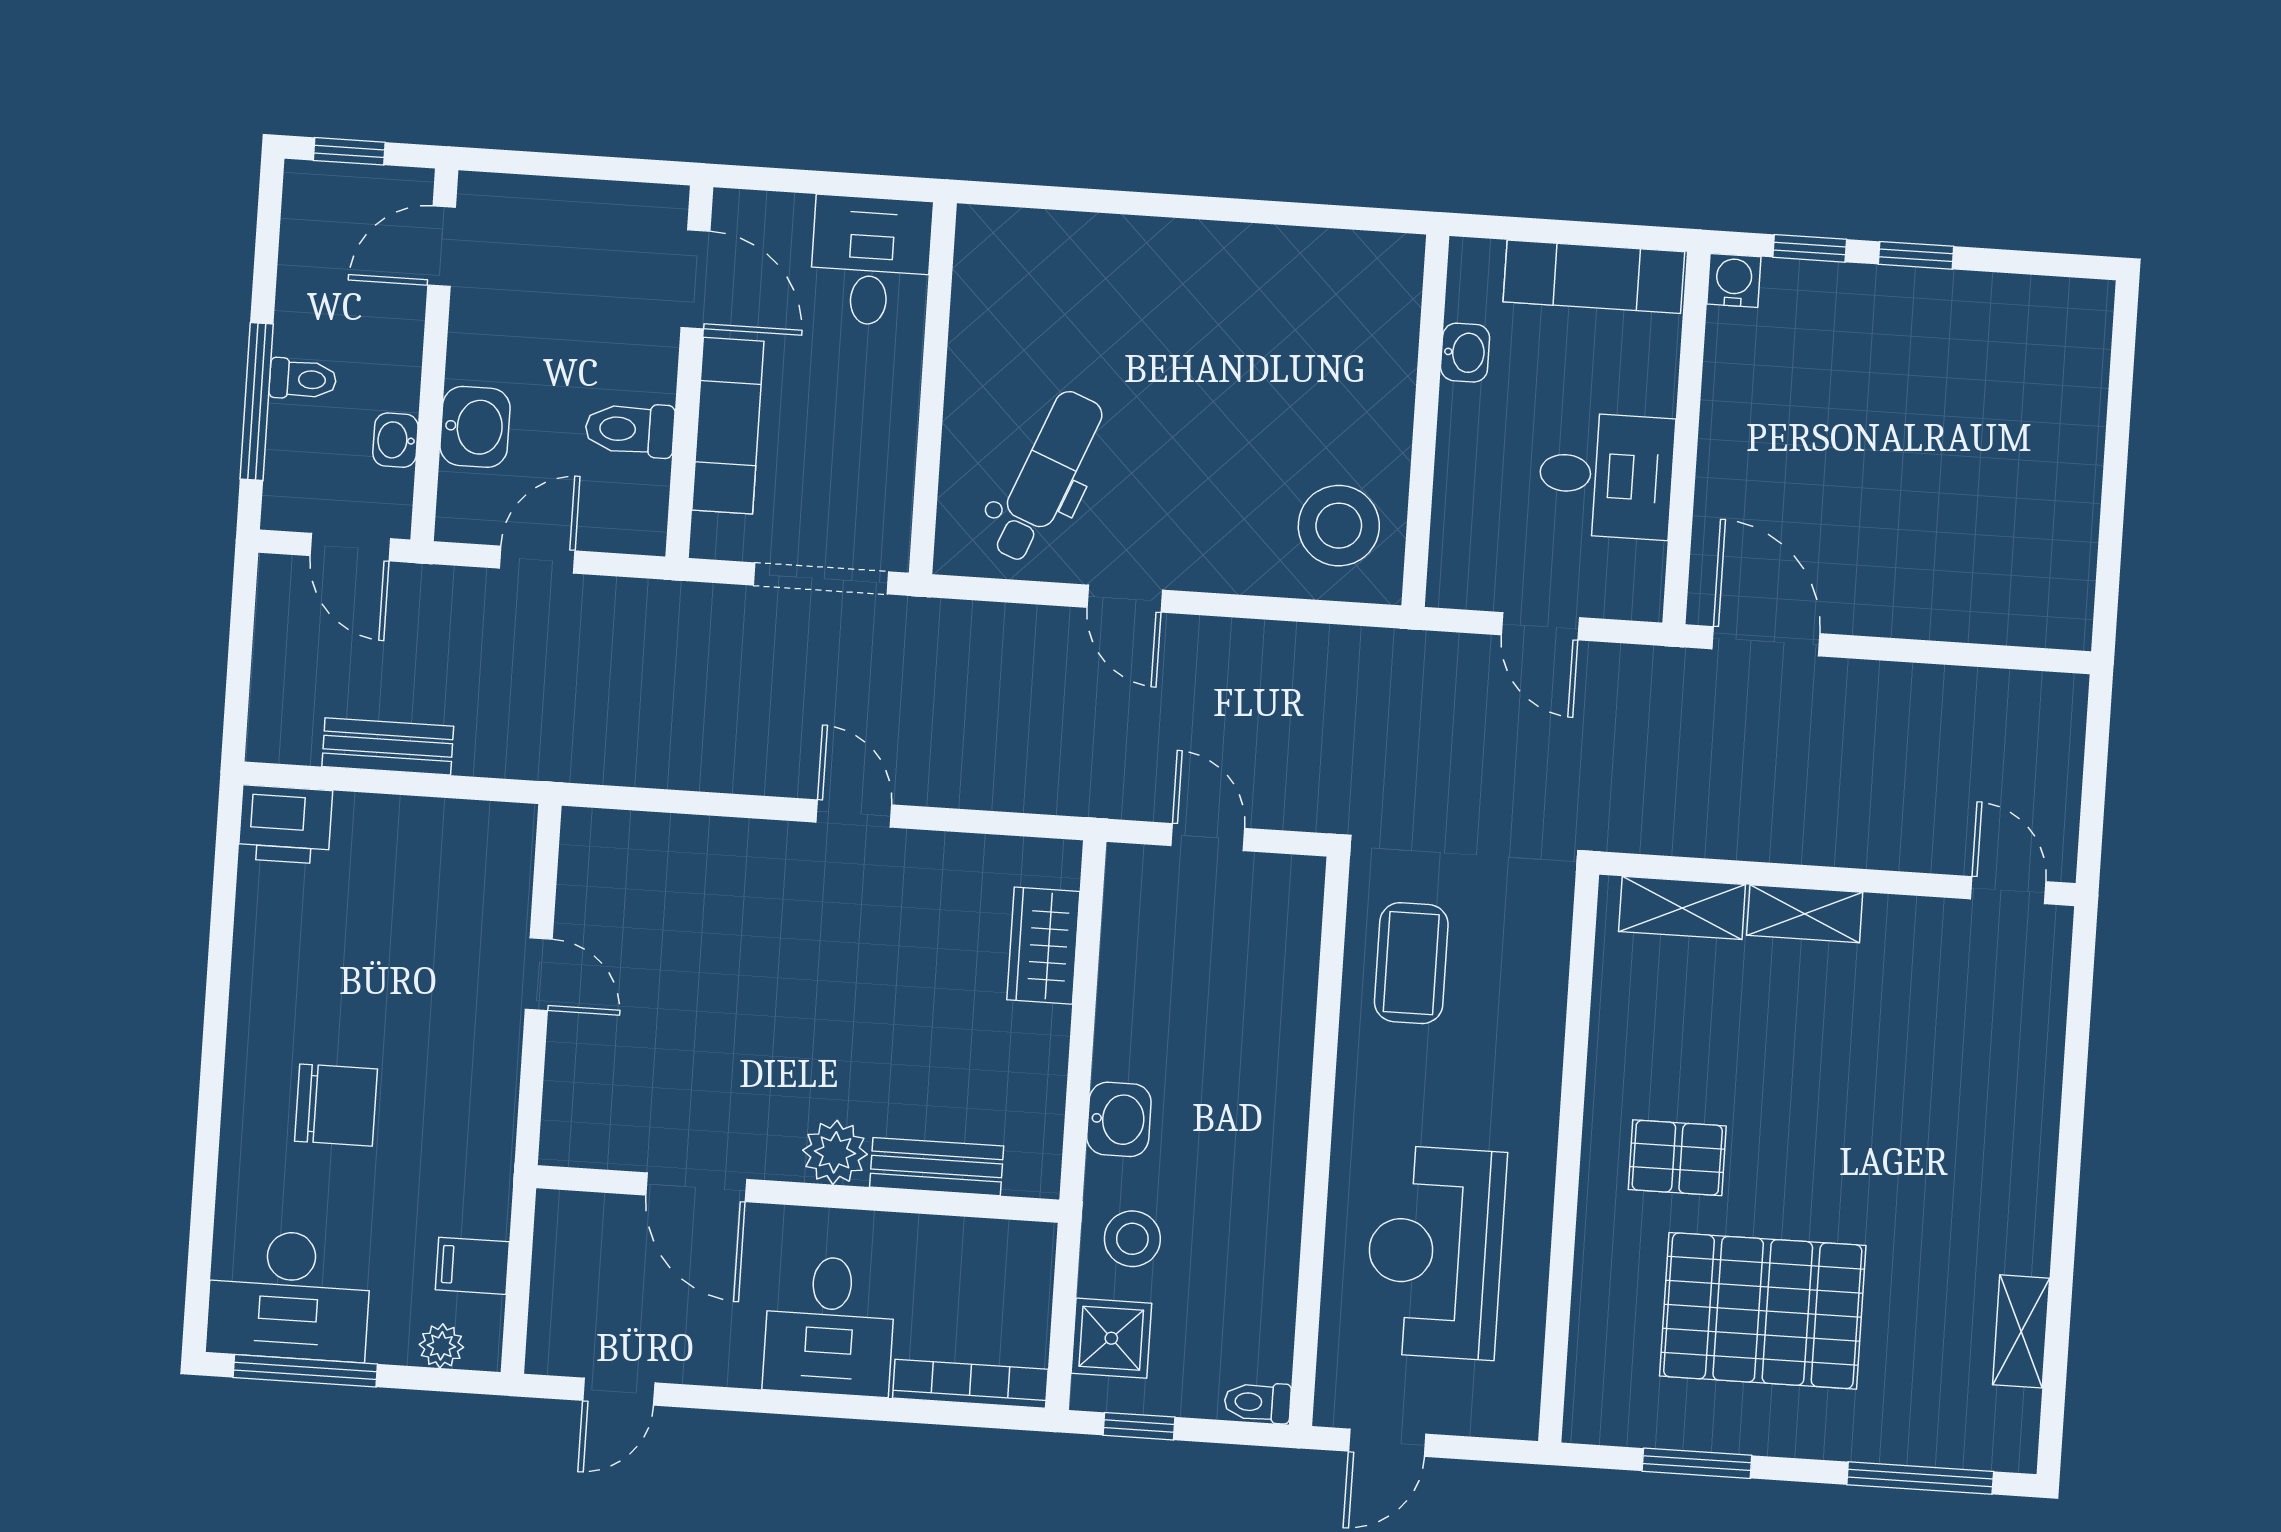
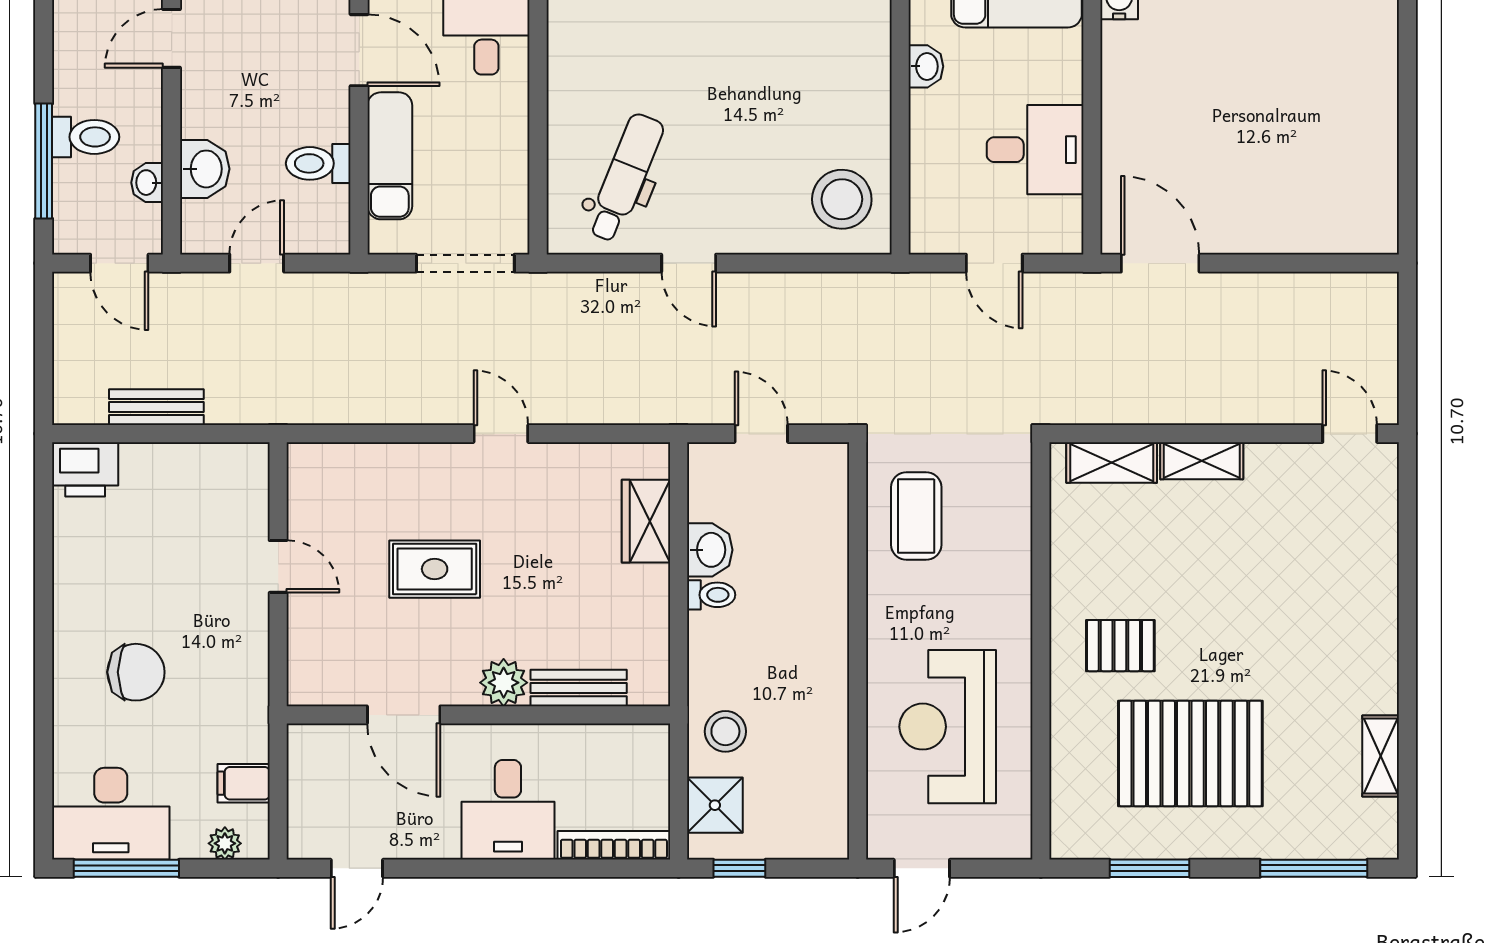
toilet: (303, 379) -> (86, 137), width x1.37, depth x1.39
rug: (751, 992) -> (435, 569), added
washbasin: (1119, 1119) -> (710, 550), moved
toilet: (1258, 1402) -> (711, 595), moved, turned 180

